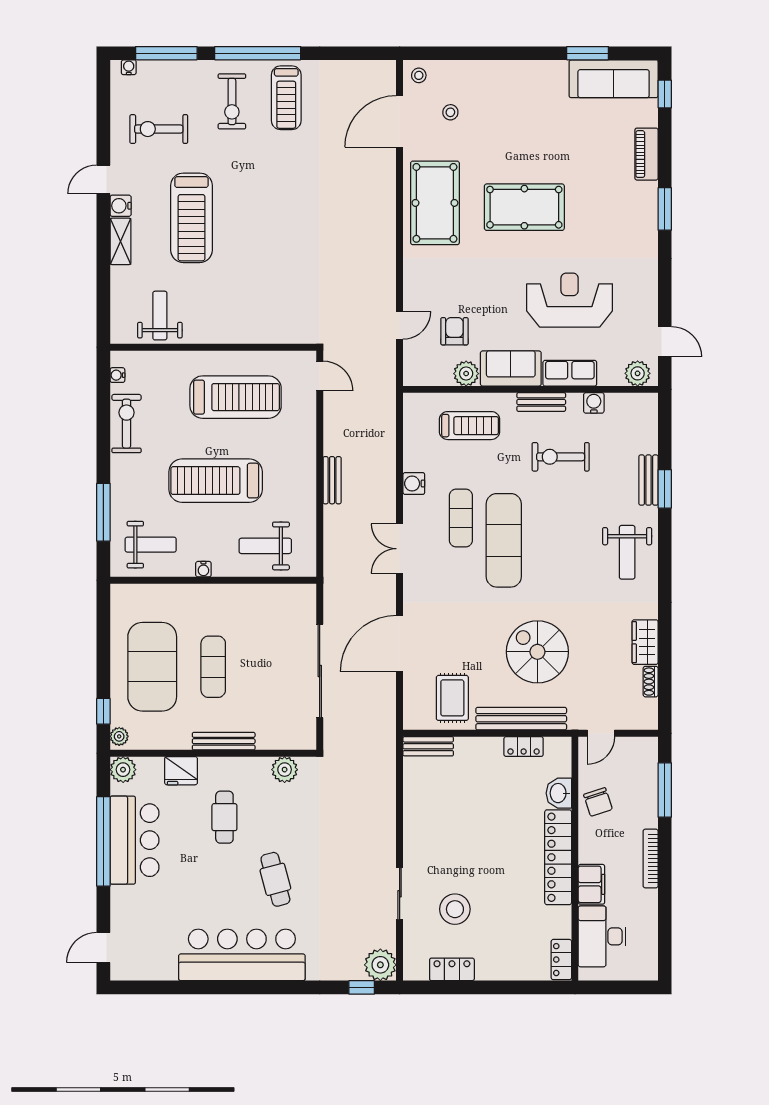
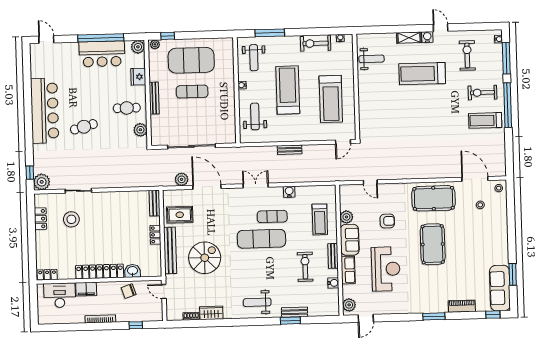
armchair: (454, 331) -> (387, 221), moved
exercise bike: (127, 424) -> (316, 43), turned 180
plant: (383, 692) -> (182, 179), added
locker: (524, 747) -> (155, 235), moved
window: (665, 790) -> (136, 325), width x0.46
cafe table: (224, 817) -> (127, 108), moved

